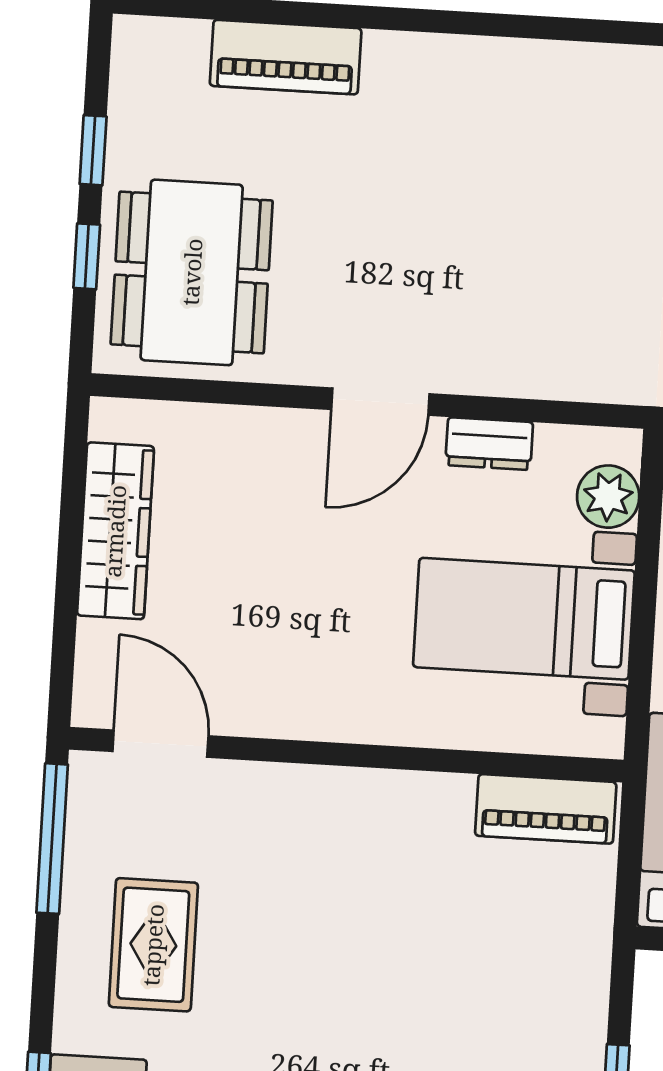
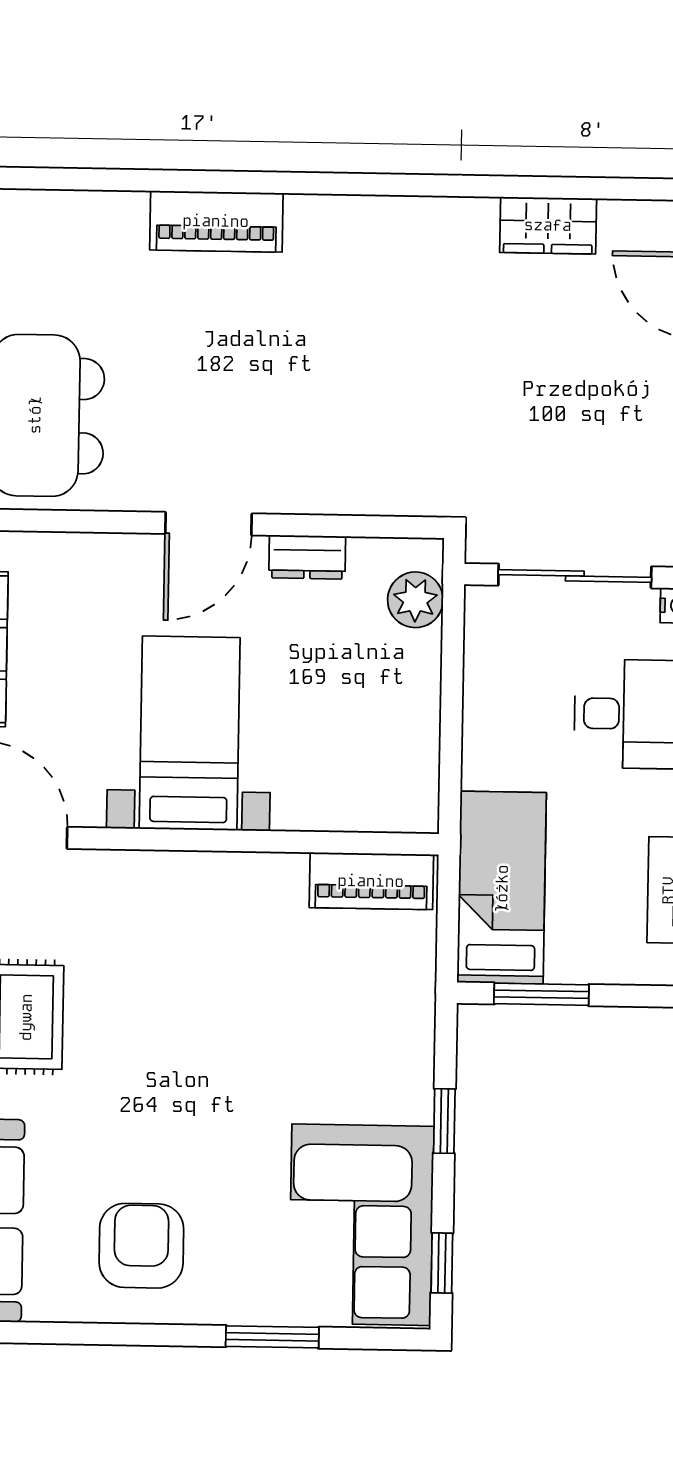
piano: (286, 57) -> (216, 221), moved
bed with nightstands: (524, 619) -> (190, 733), moved, turned 90

